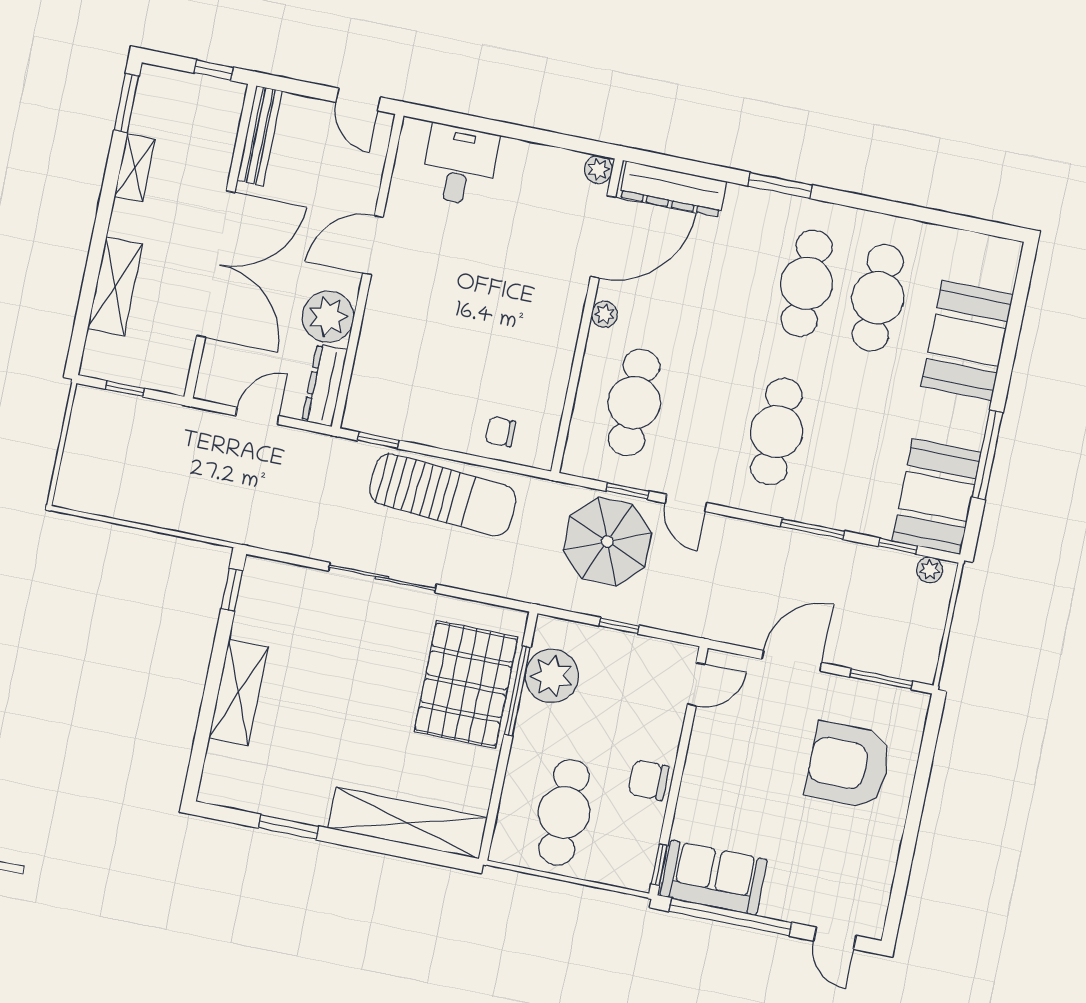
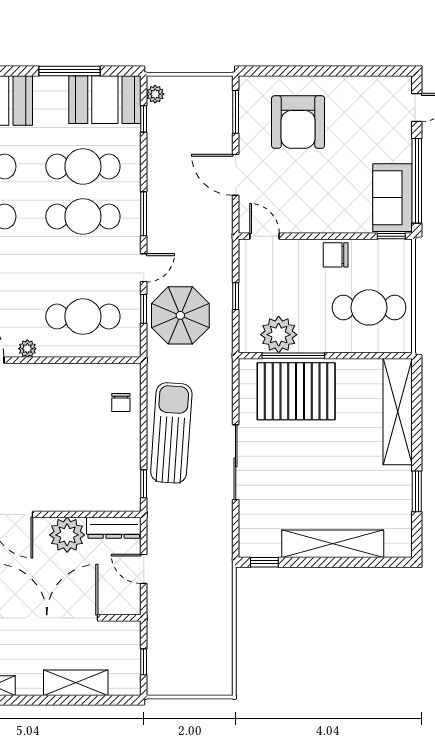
cafe table: (848, 446) -> (83, 166), added
window: (813, 529) -> (144, 214), moved
shelving: (238, 692) -> (333, 544), width x1.47
chair: (649, 780) -> (336, 255), turned 90

